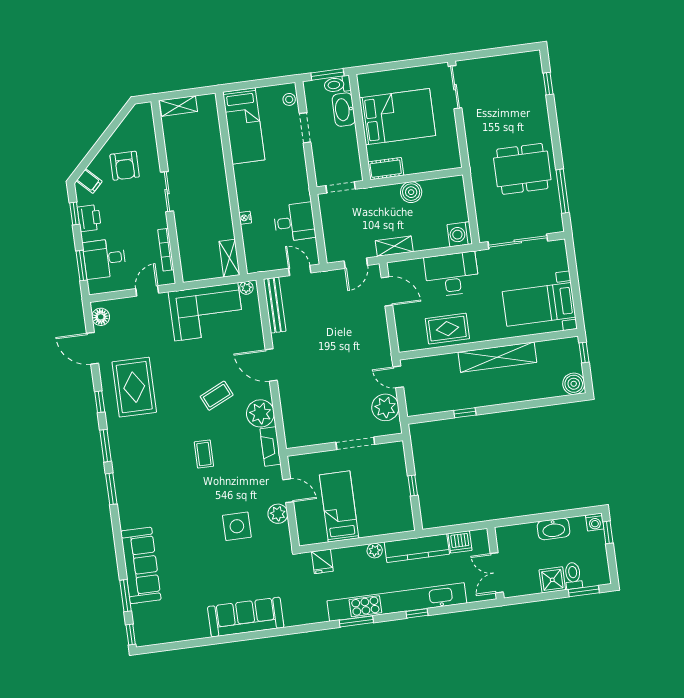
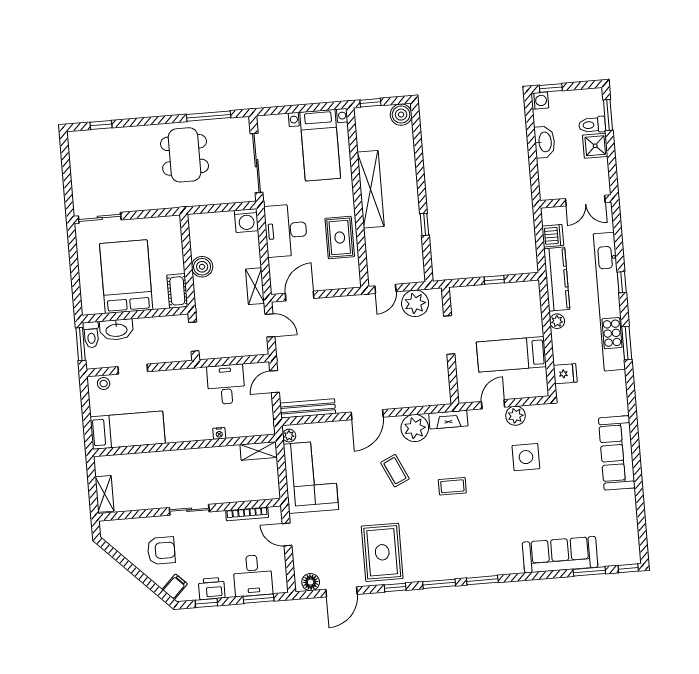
rug: (134, 387) -> (382, 552), turned 90

